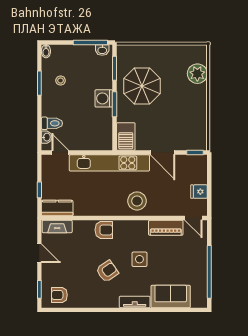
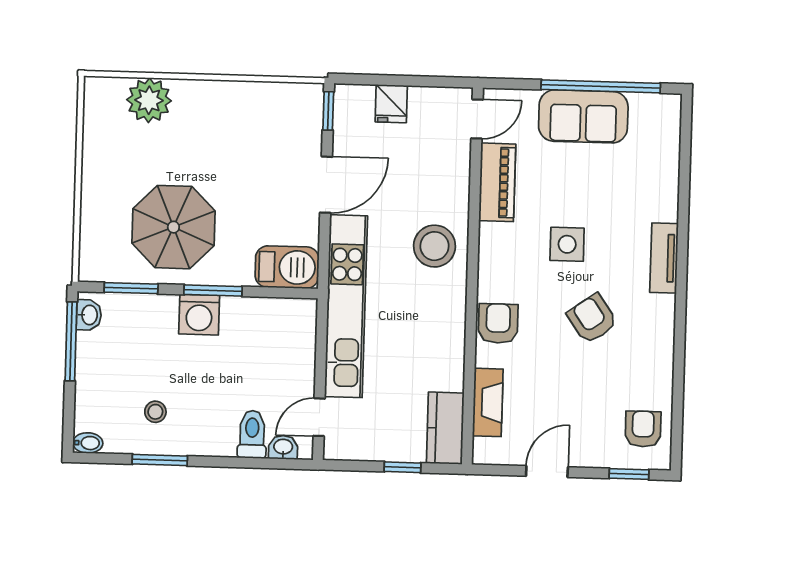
fridge: (199, 192) -> (391, 104), moved
fireplace: (57, 226) -> (488, 402), moved
armchair: (59, 295) -> (643, 429), turned 180
sofa: (171, 296) -> (583, 116), moved, turned -90

